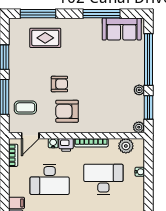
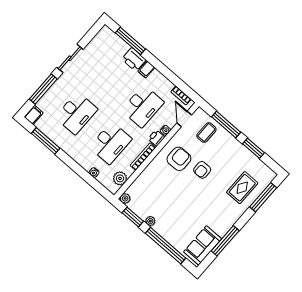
desk: (50, 179) -> (143, 106), turned 180

